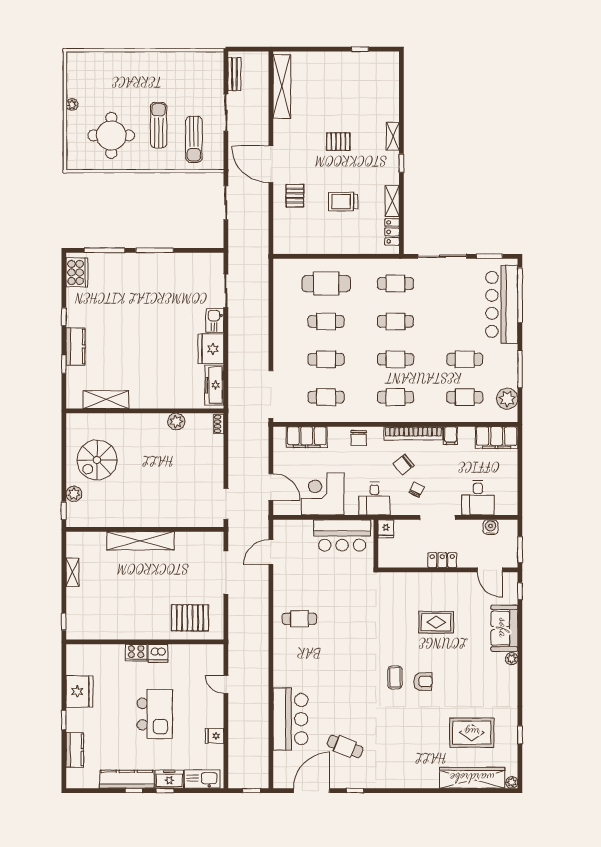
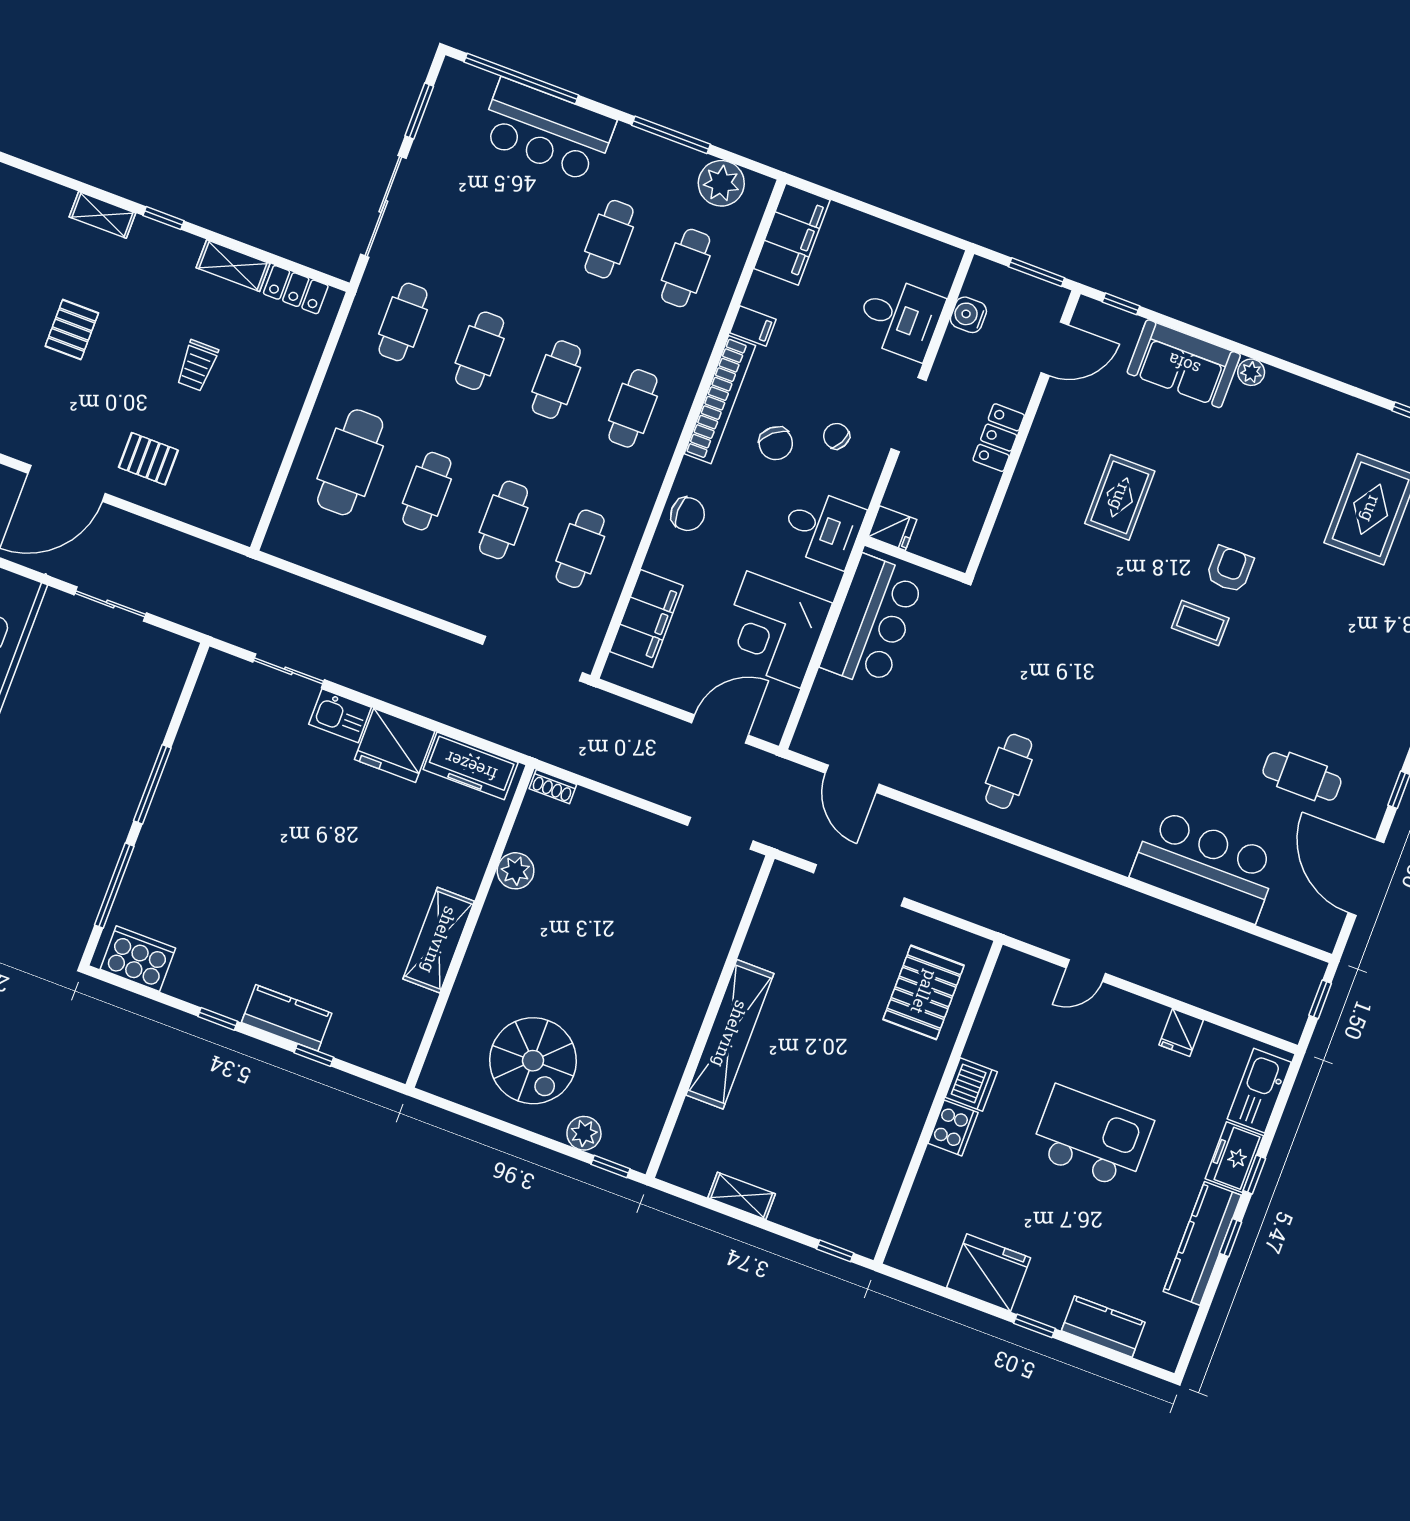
trolley: (343, 202) -> (197, 365), width x0.73, depth x0.72
bar counter: (502, 304) -> (547, 130), width x0.73
shelving: (106, 400) -> (439, 940), moved
cafe table: (345, 746) -> (1302, 776), turned 68

